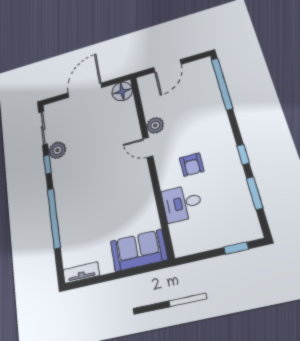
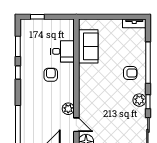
door: (148, 147) -> (76, 125), moved
plant: (57, 150) -> (139, 100), moved
armchair: (77, 197) -> (130, 73), added
sofa: (139, 250) -> (88, 46), moved, turned -90

